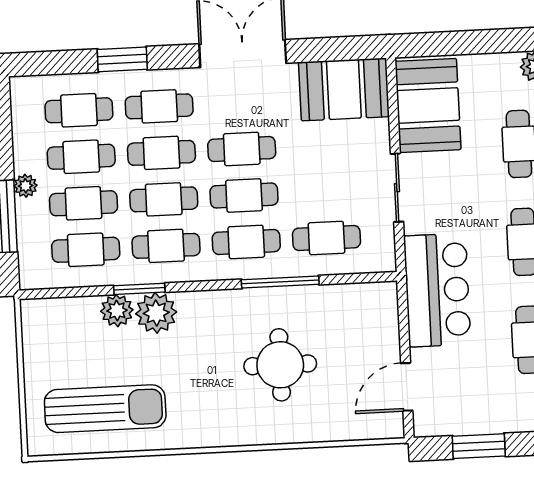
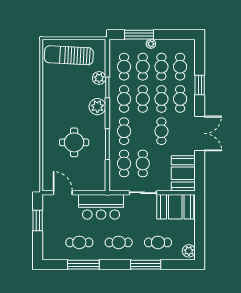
cafe table: (244, 195) -> (143, 163), moved
plant: (156, 313) -> (97, 107), moved
sun lounger: (105, 409) -> (69, 55), moved, turned 93

